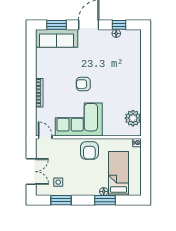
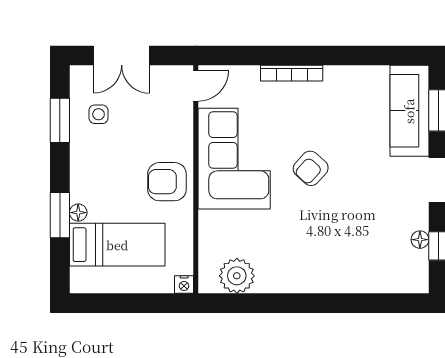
armchair: (83, 84) -> (311, 168), turned -136

